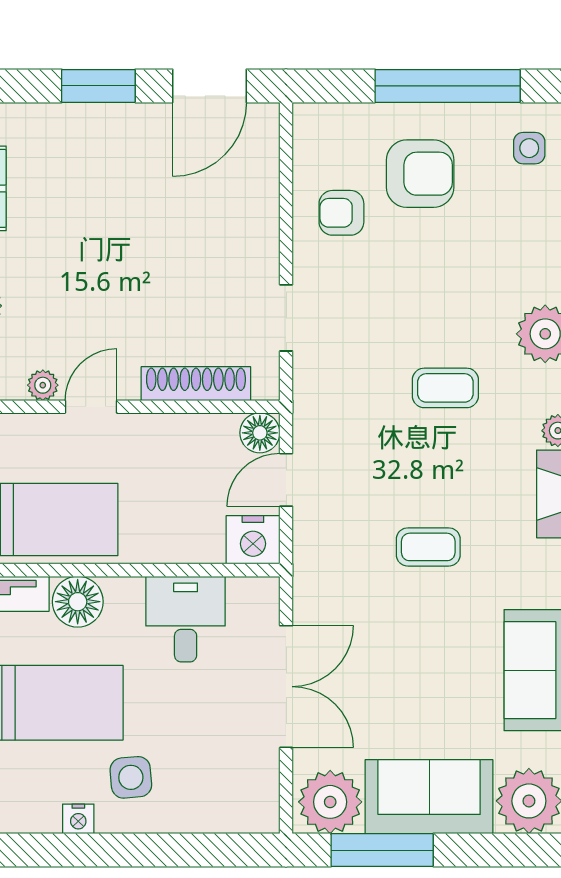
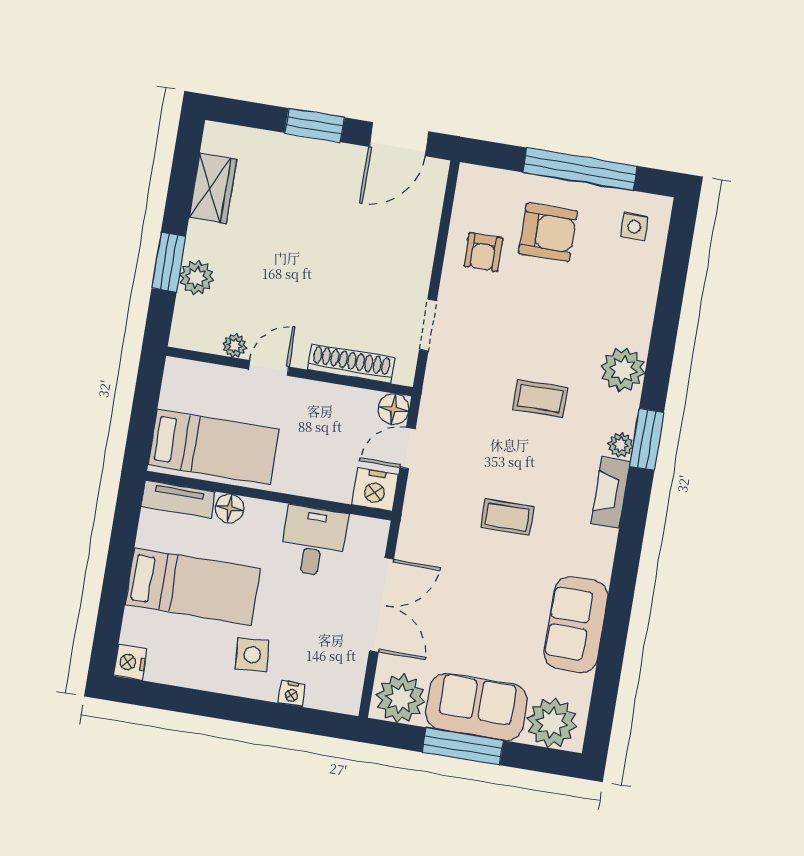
armchair: (341, 213) -> (483, 252), turned -90
floor lamp: (78, 602) -> (230, 508), width x0.73, depth x0.73
nightstand: (78, 819) -> (292, 694), moved
window: (382, 850) -> (463, 746), moved

